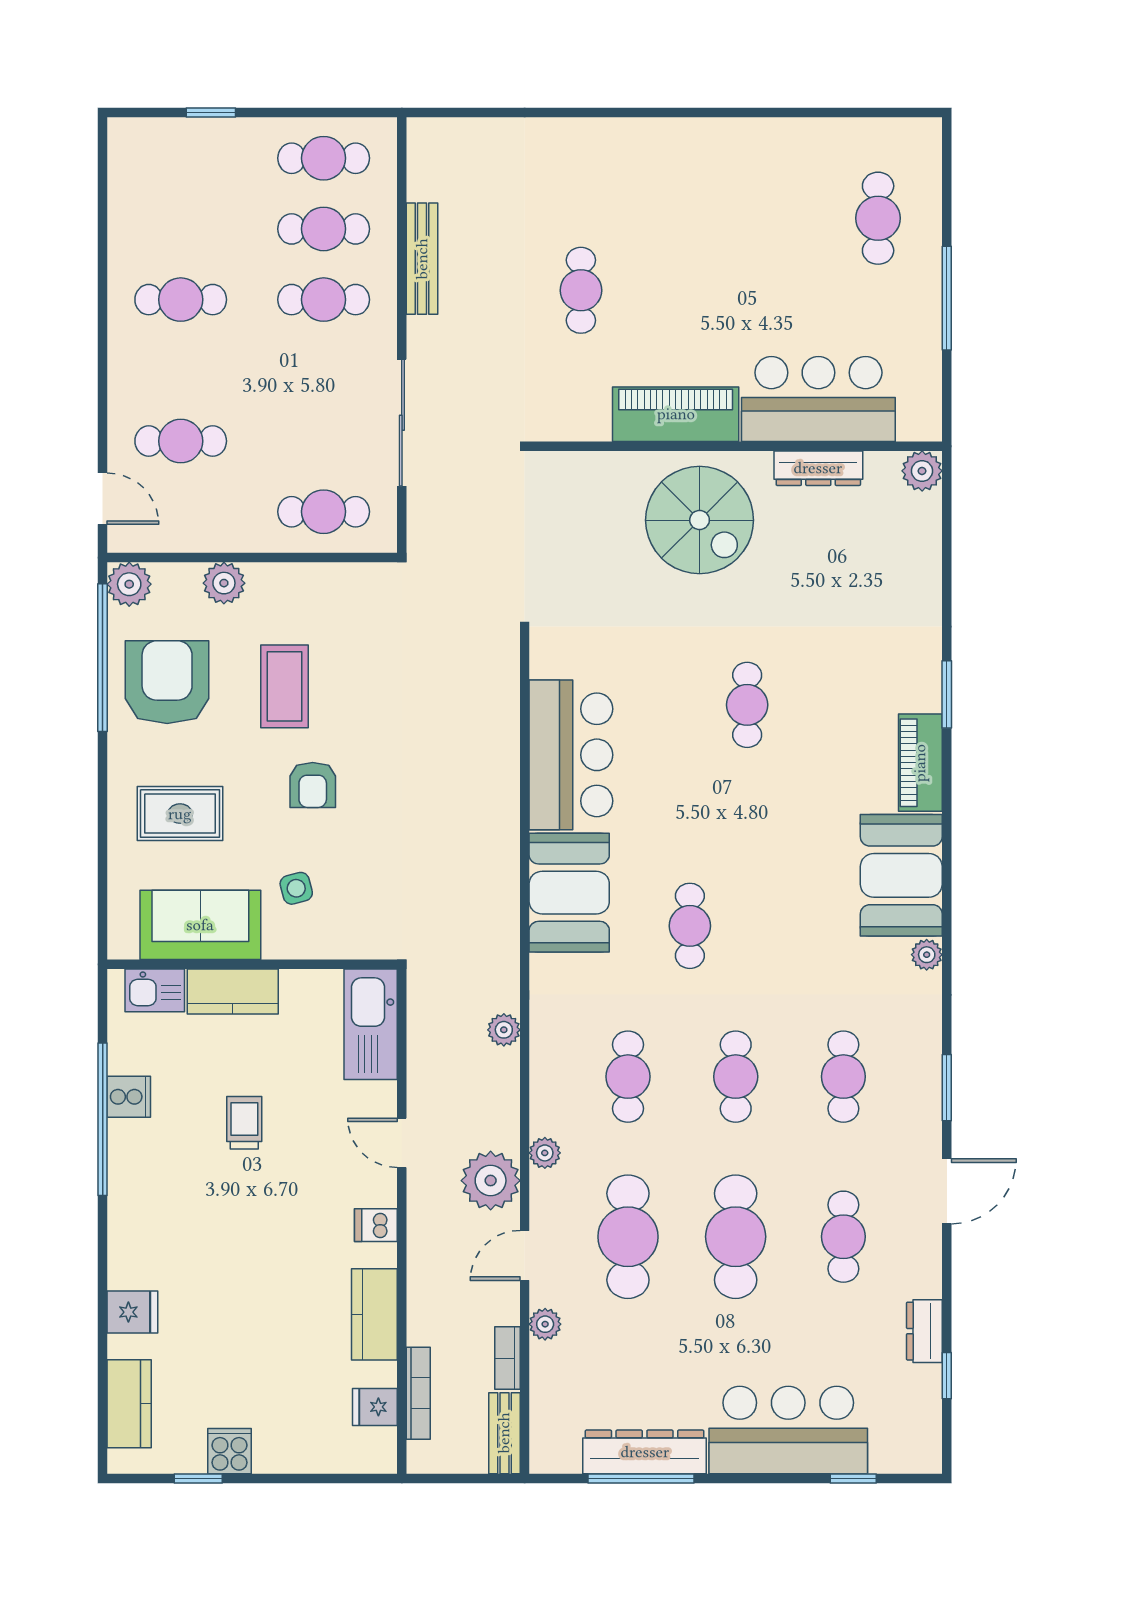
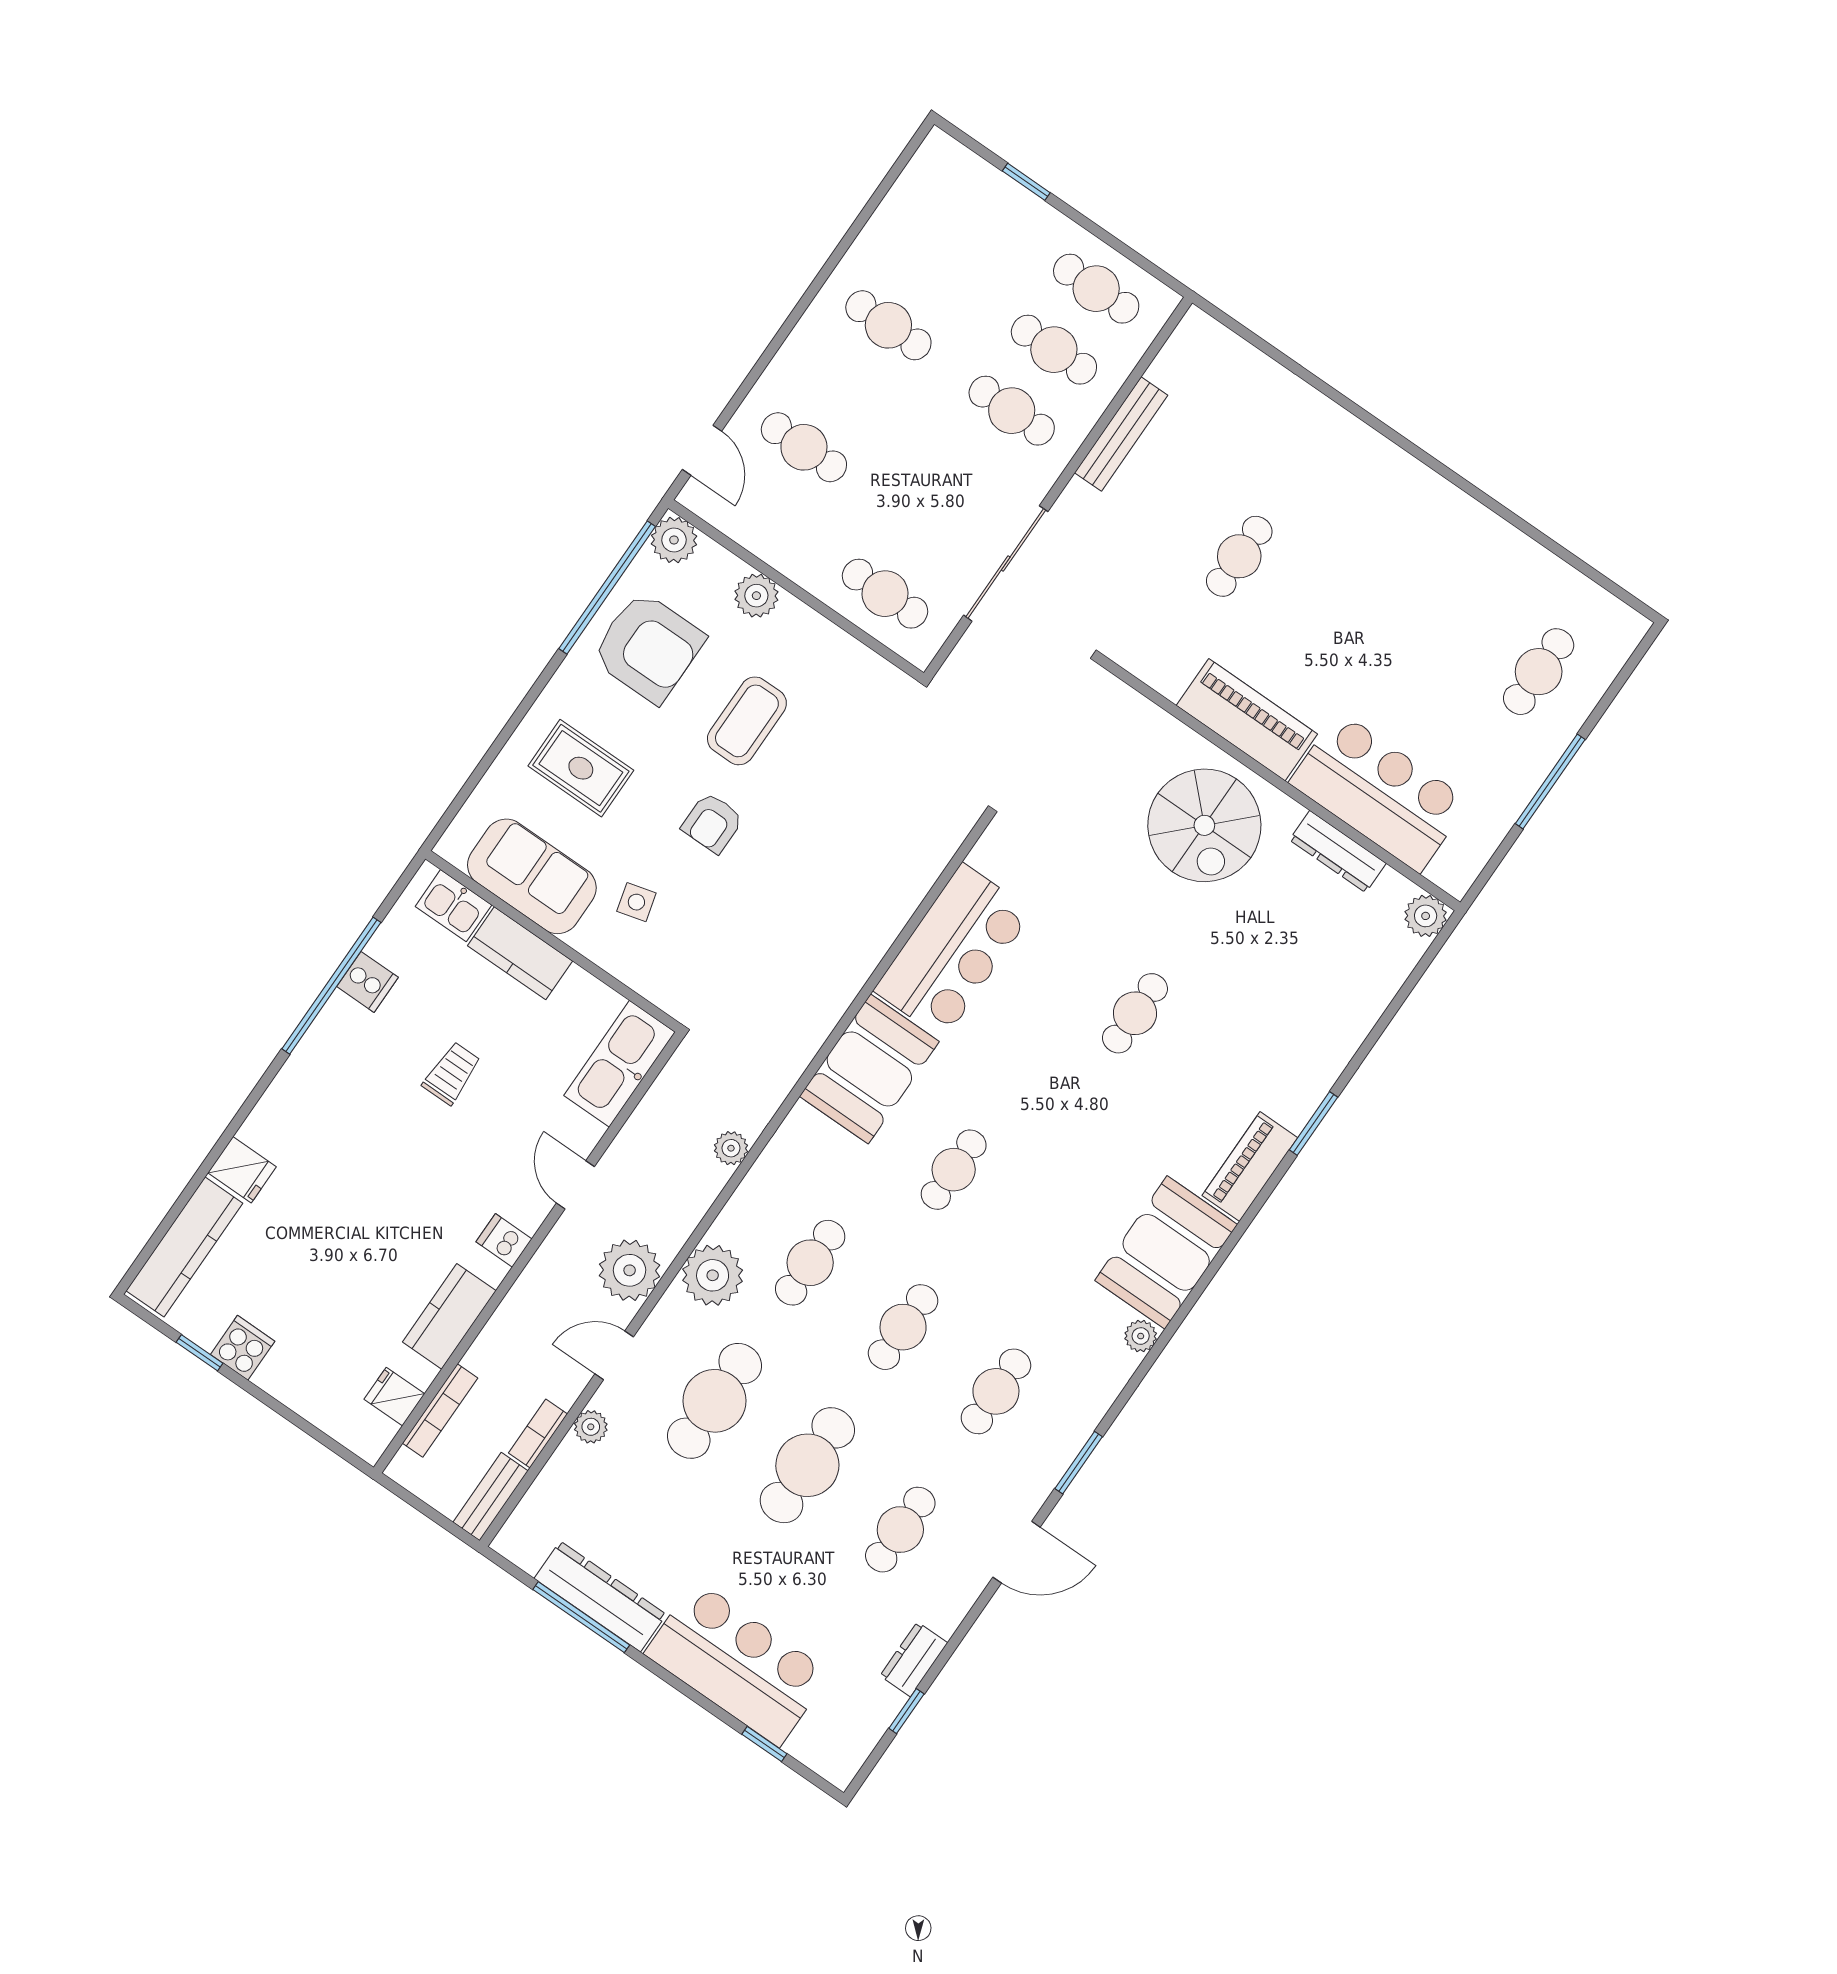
armchair: (167, 682) -> (648, 647), turned 90
plant: (545, 1153) -> (713, 1275), width x1.88, depth x1.88
kitchen counter: (129, 1404) -> (184, 1247), width x1.50

